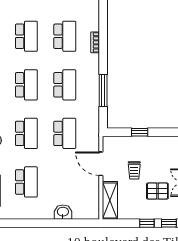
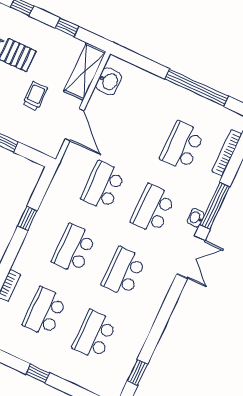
window: (103, 90) -> (28, 218), width x0.46
washbasin: (63, 212) -> (109, 81), moved, turned -90
window: (34, 223) -> (197, 88), added
window: (147, 223) -> (67, 27), moved

